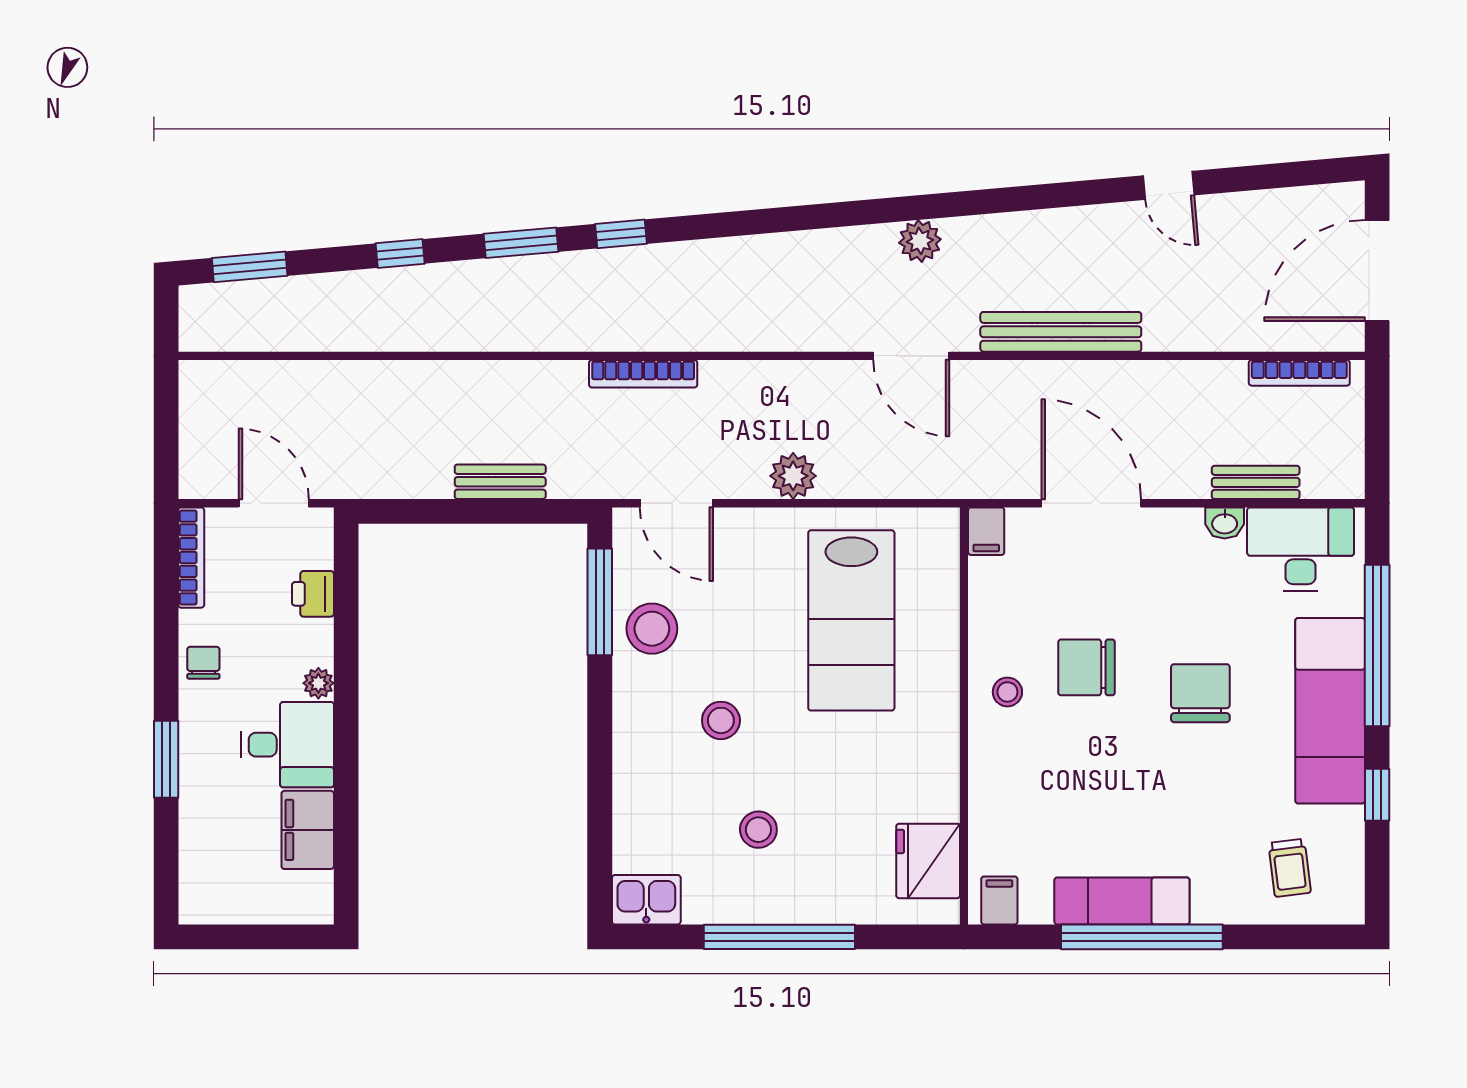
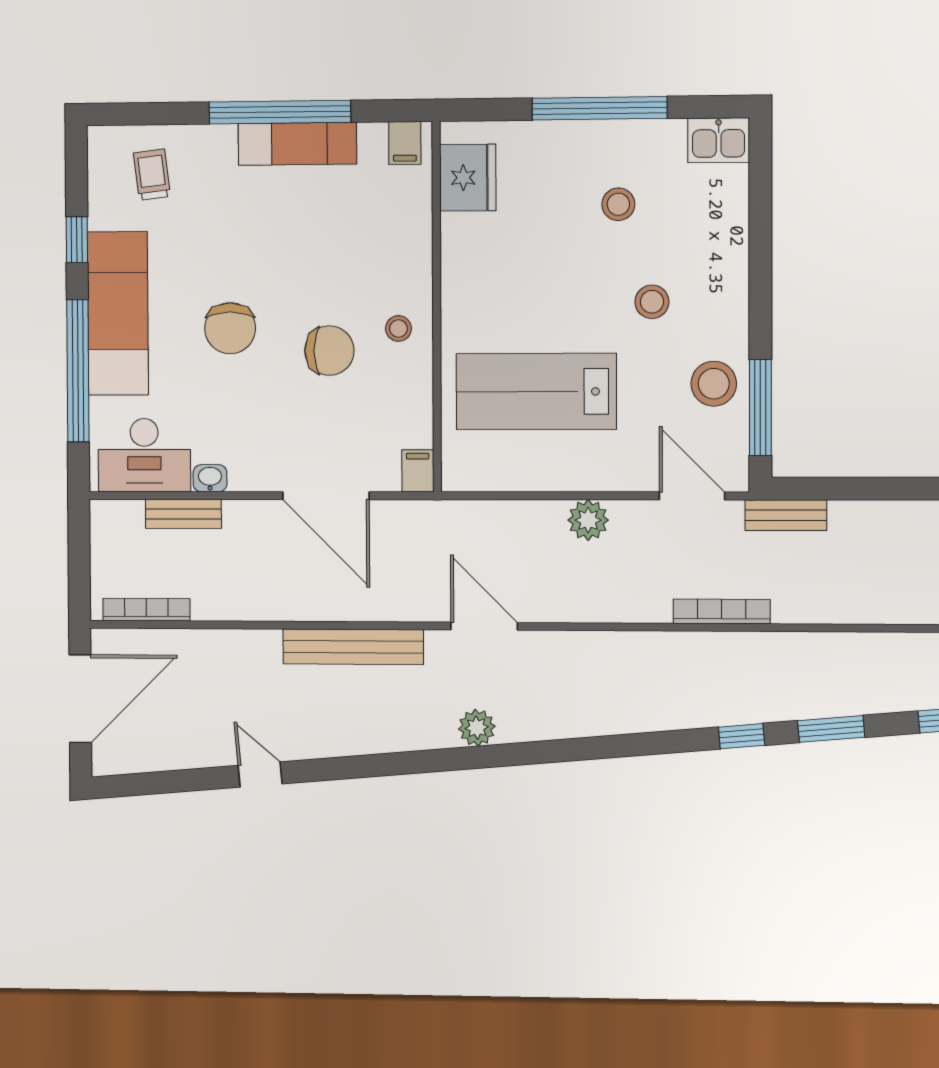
bench: (500, 482) -> (786, 515), moved
lab bench: (851, 620) -> (536, 392), turned -90

